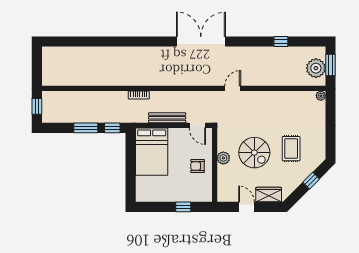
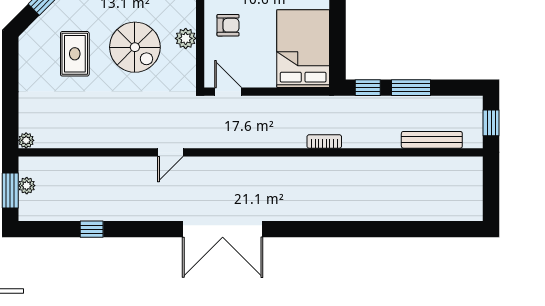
plant: (316, 68) -> (27, 186), width x0.53, depth x0.53
bench: (167, 118) -> (432, 140), moved
spiral stairs: (254, 153) -> (135, 47), turned 180

